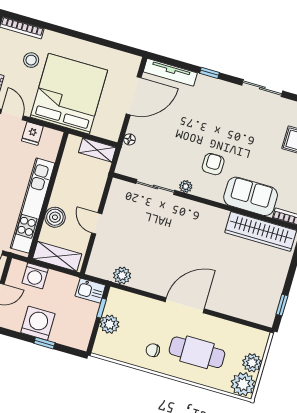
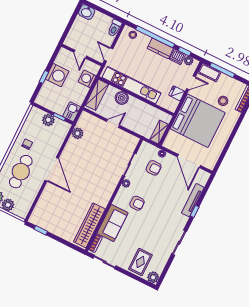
tv unit: (170, 72) -> (193, 200), moved
armchair: (154, 148) -> (154, 168), added

